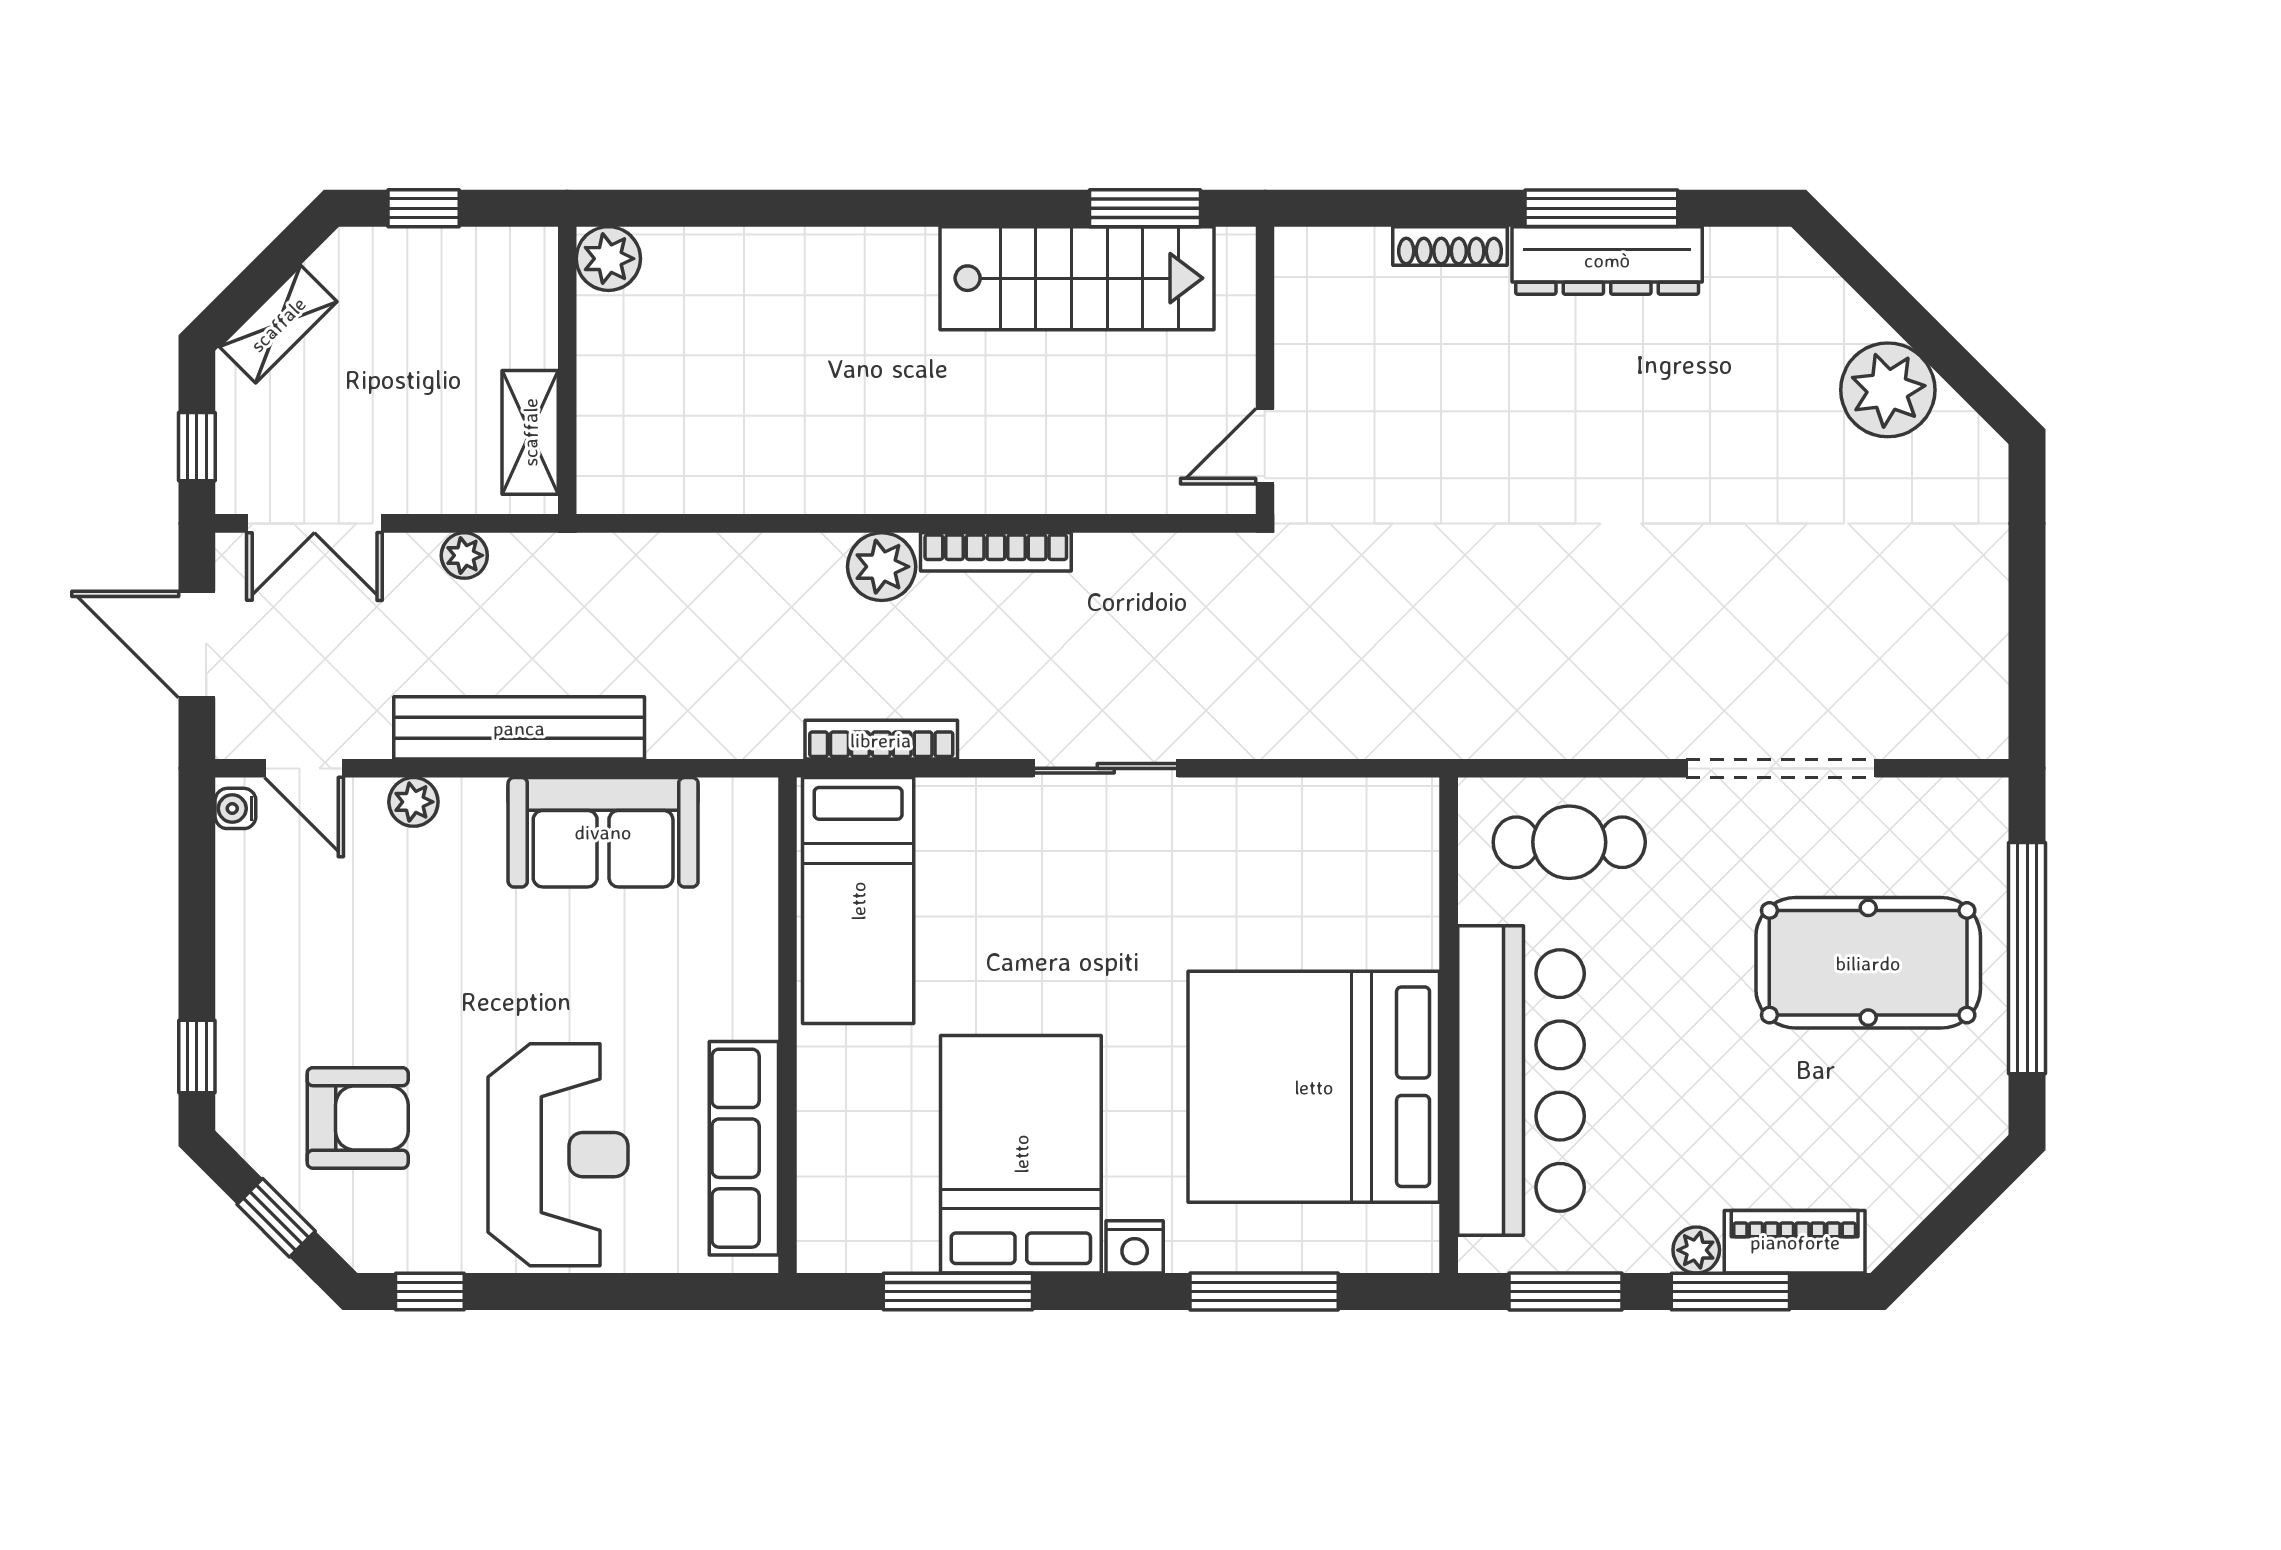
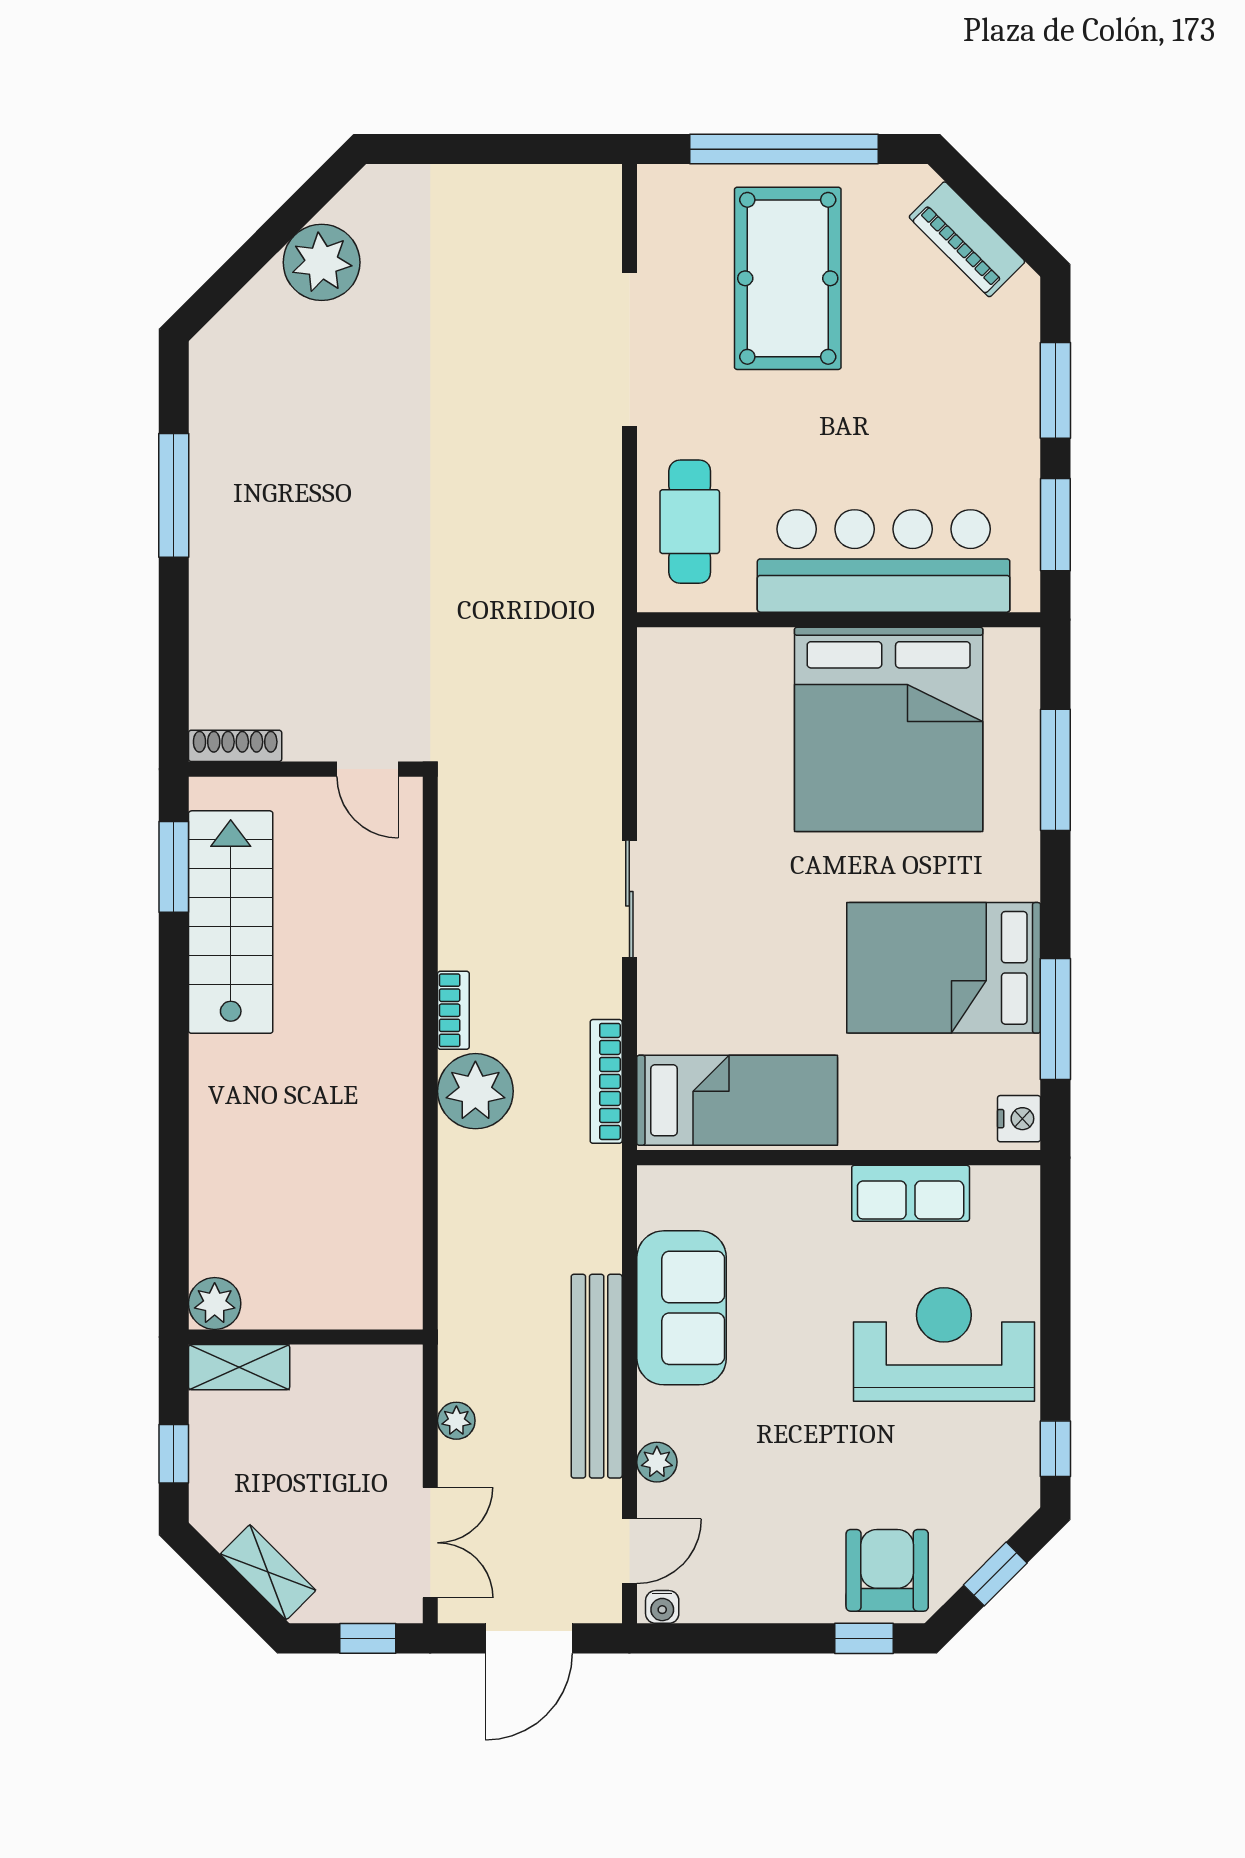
shoe rack: (1450, 246) -> (235, 746), moved, turned -90
dresser: (1607, 260) -> (216, 491), removed
shelving: (530, 432) -> (239, 1367), moved
bookcase: (996, 552) -> (453, 1010), width x0.64
plant: (882, 567) -> (475, 1091), width x1.36, depth x1.36
armchair: (358, 1118) -> (887, 1570), moved
row of seats: (744, 1148) -> (911, 1193), width x0.68
piano: (1795, 1242) -> (967, 239), moved, turned -45
nightstand: (1135, 1247) -> (1019, 1119), moved
plant: (1696, 1250) -> (1022, 418), removed

